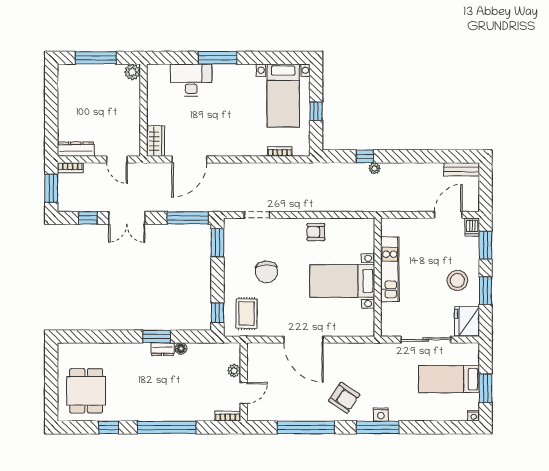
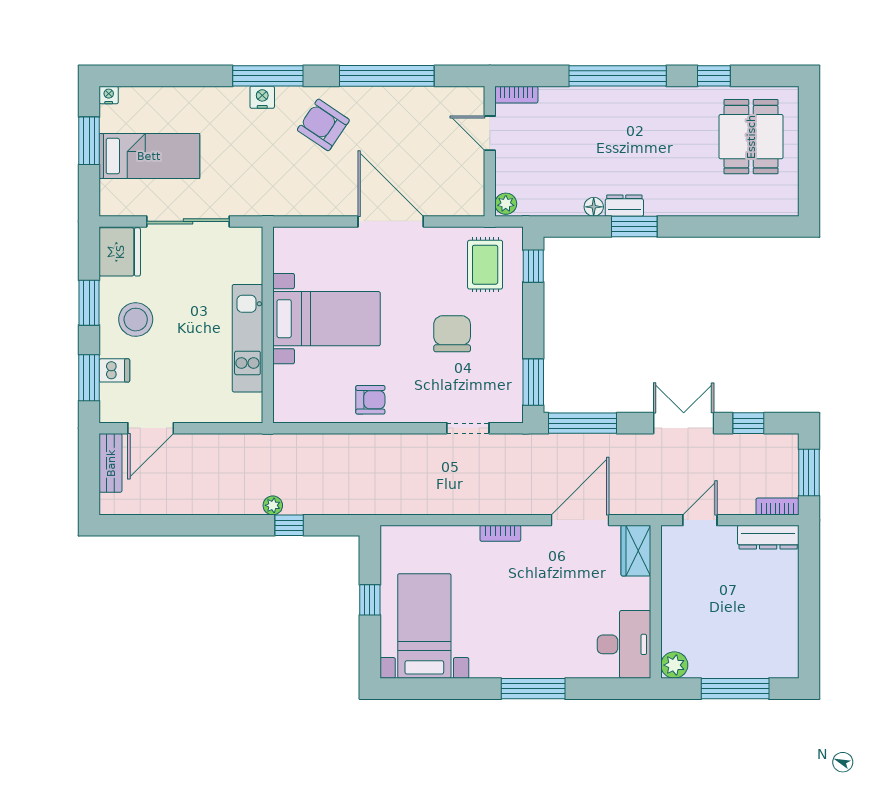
desk: (191, 80) -> (624, 644), moved, turned -90
bookcase: (280, 151) -> (500, 533), moved
door: (117, 159) -> (700, 520), hinge flipped
bench: (461, 169) -> (111, 463), moved, turned 90
dishwasher: (472, 227) -> (114, 370), moved, turned 90
plant: (234, 371) -> (506, 204), moved
door: (244, 393) -> (490, 133), hinge flipped

